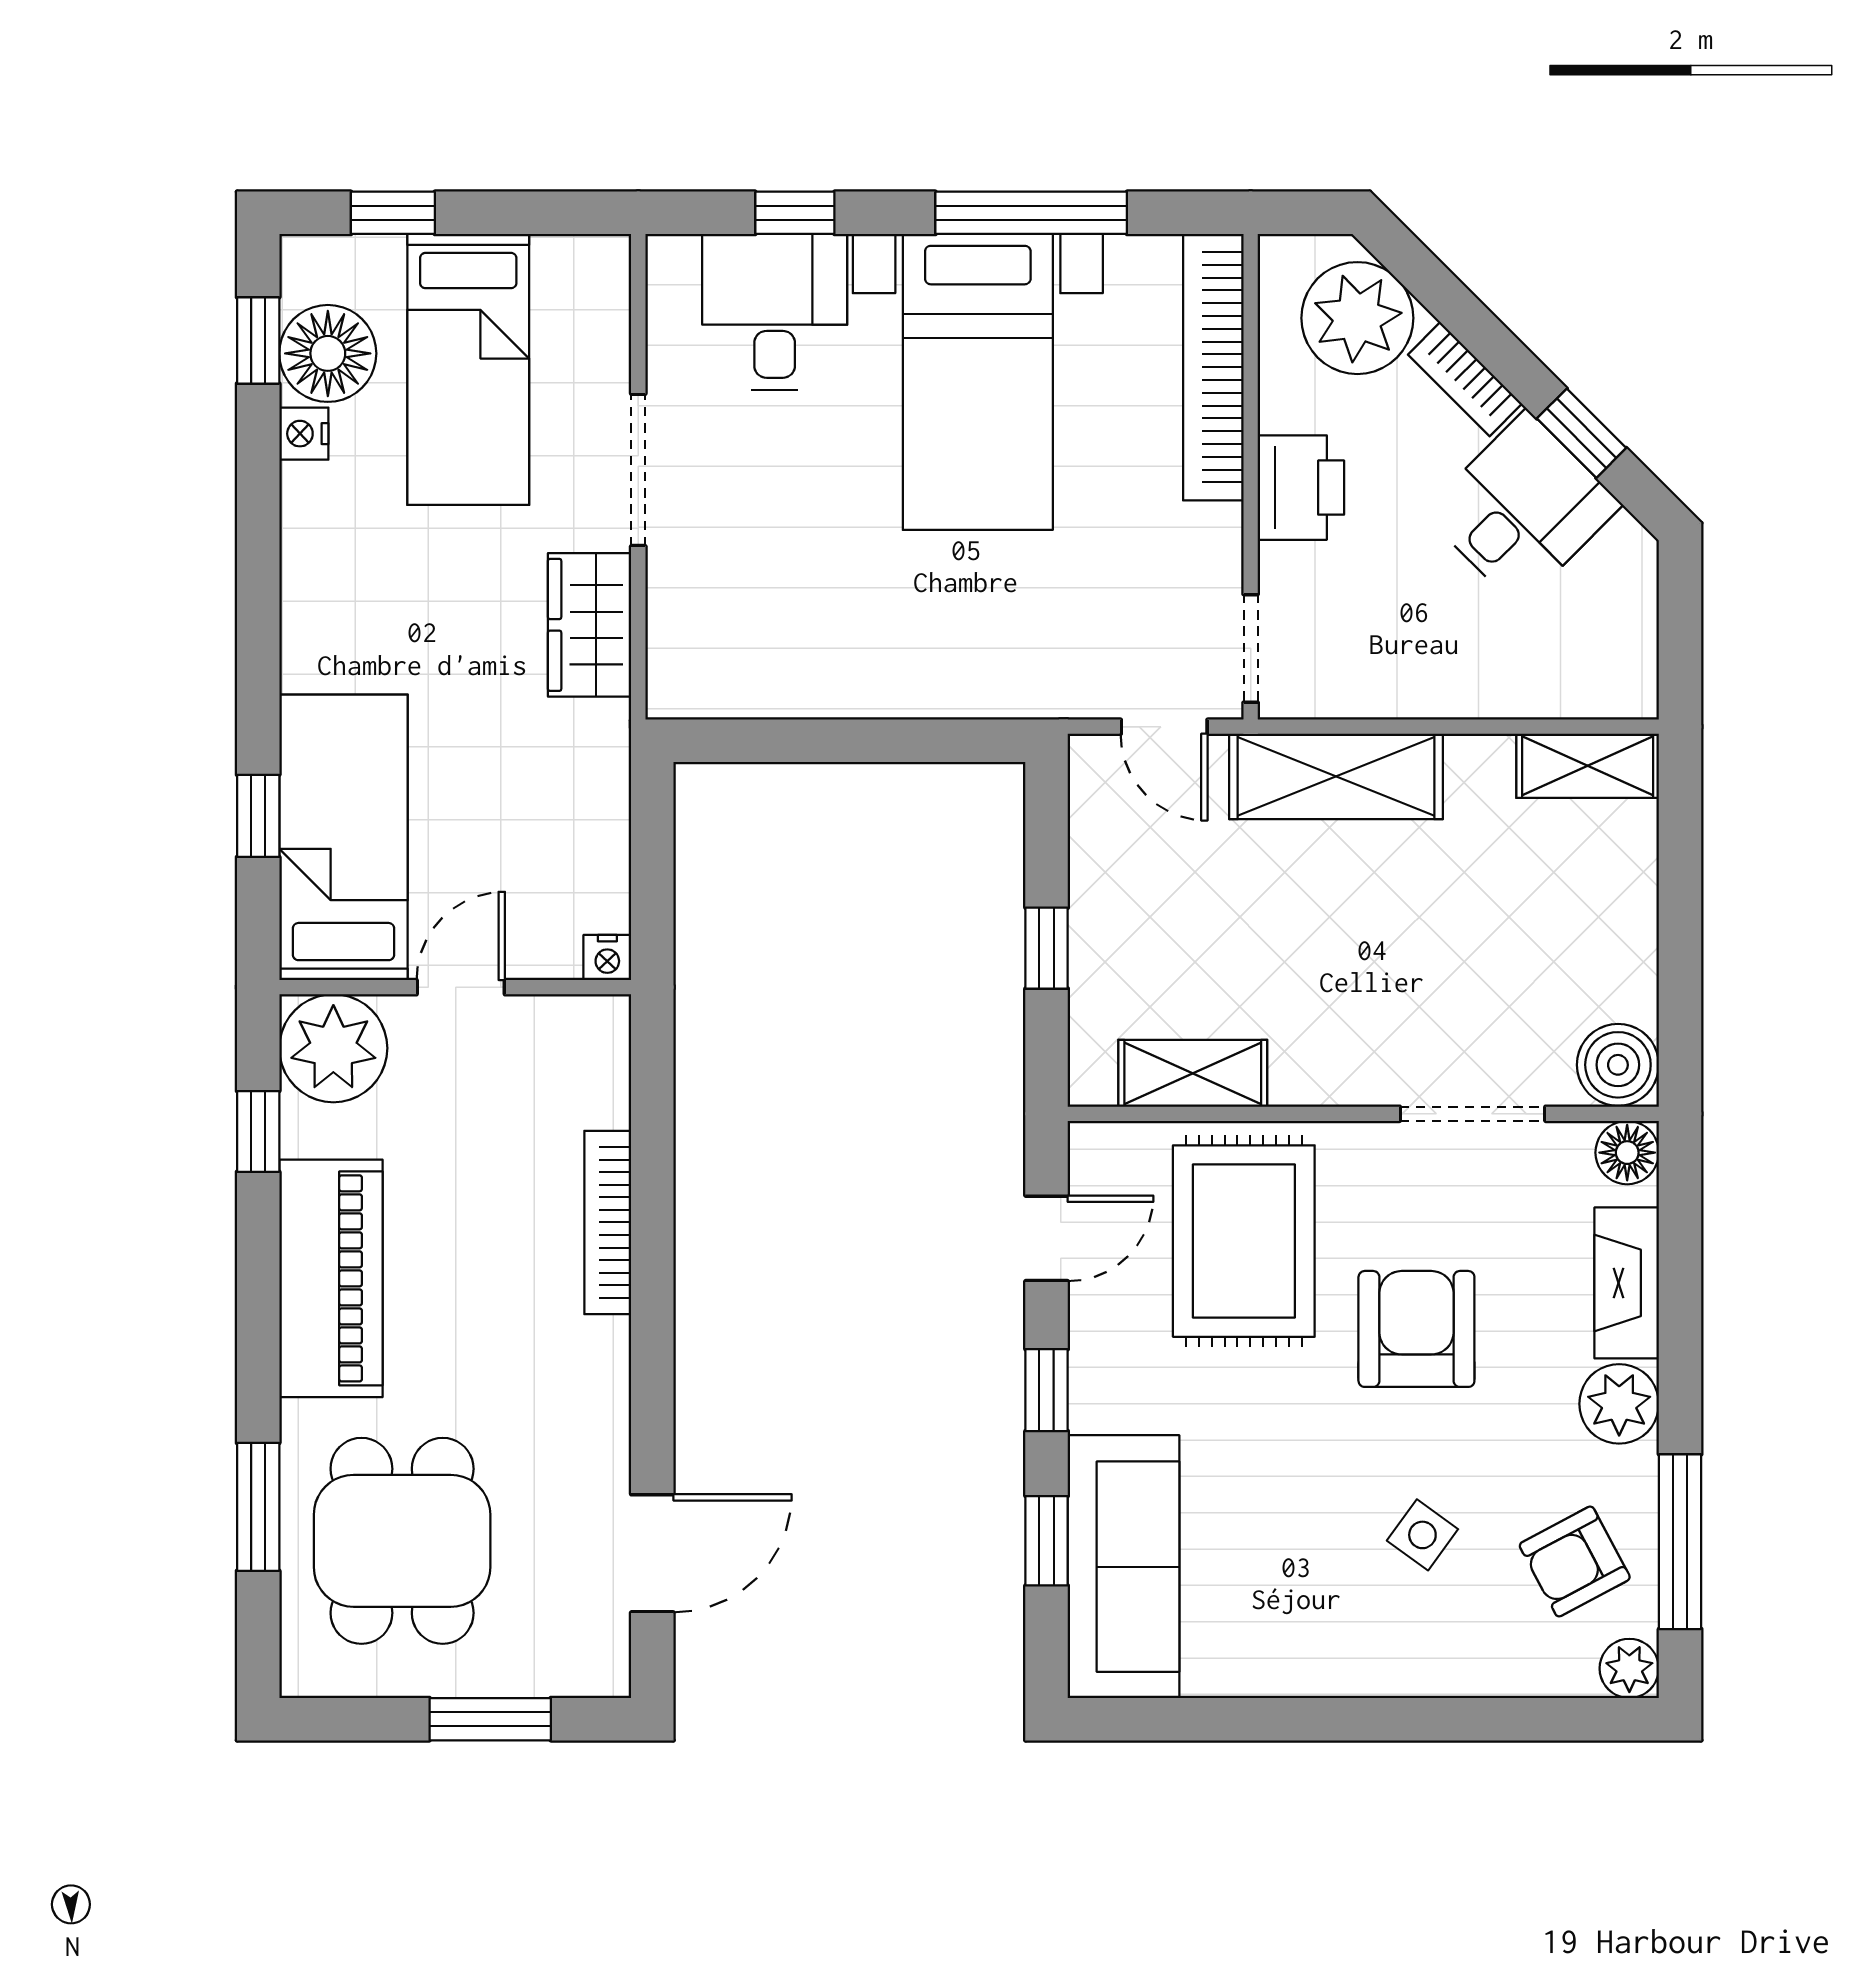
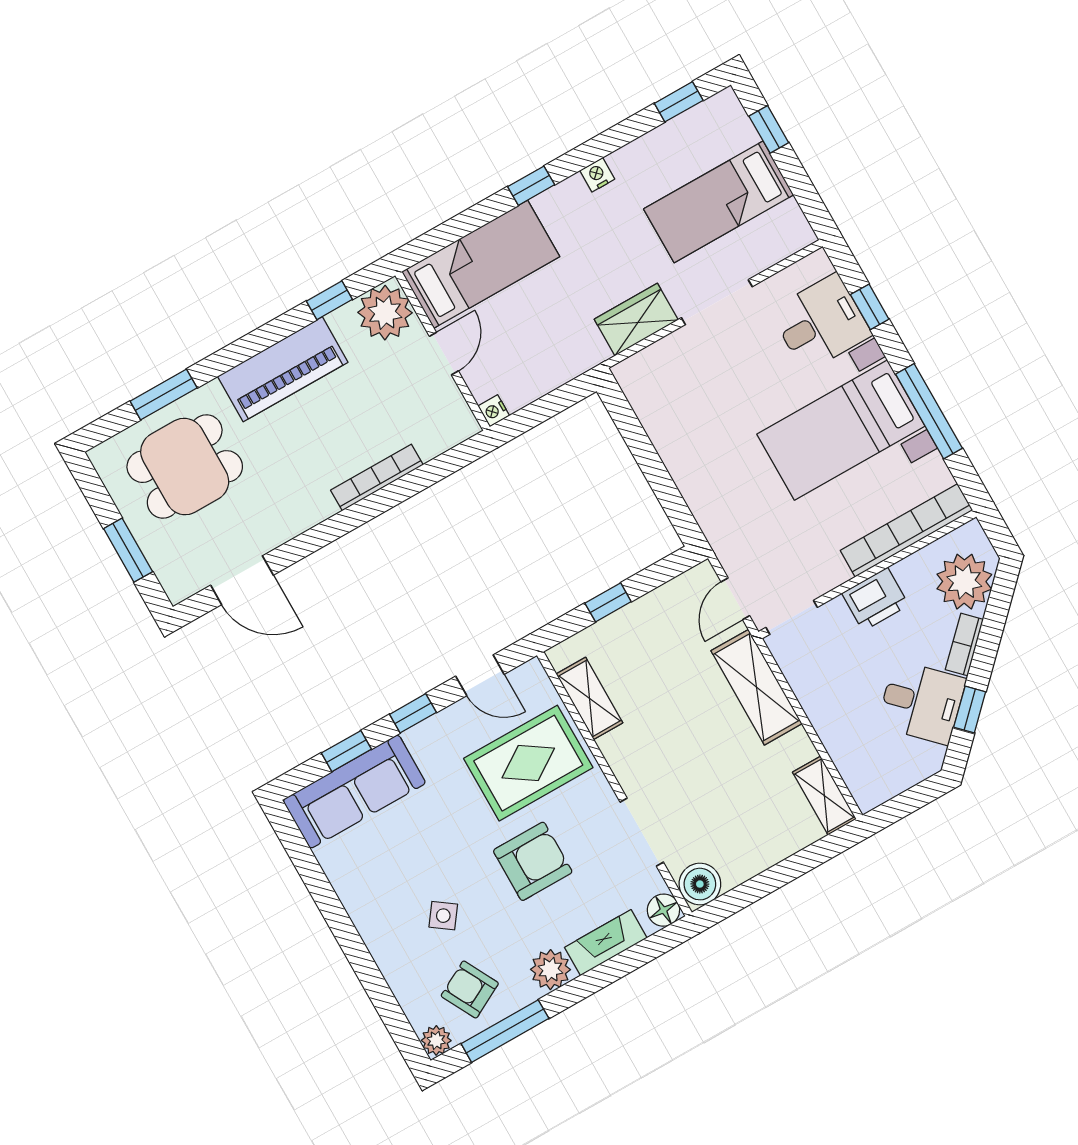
floor lamp: (328, 353) -> (690, 136), removed
nightstand: (304, 434) -> (597, 175), moved
window: (258, 816) -> (531, 186), moved
door: (461, 987) -> (444, 354), hinge flipped

